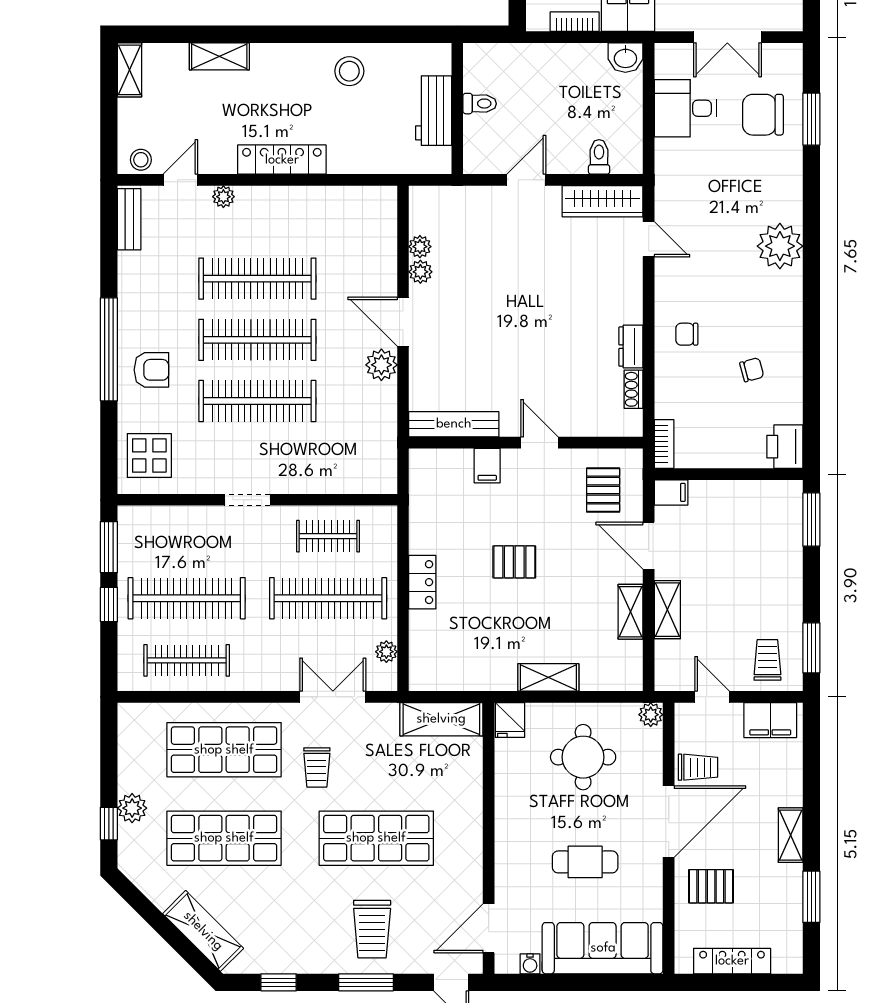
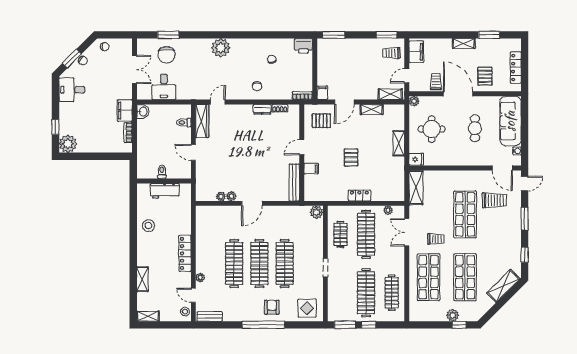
plant: (381, 365) -> (317, 212), moved
shelving: (667, 610) -> (390, 94), moved
trolley: (372, 929) -> (494, 200), moved

